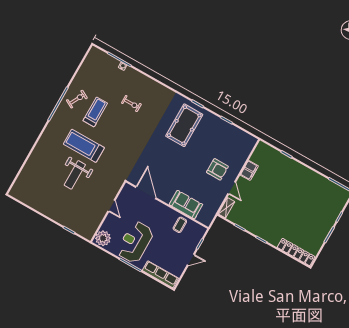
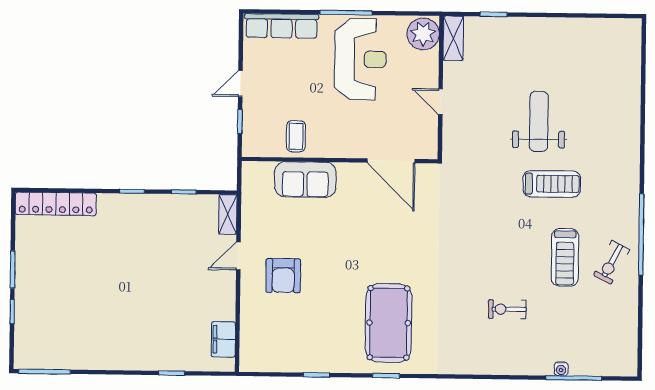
treadmill: (84, 146) -> (552, 184), width x0.73, depth x0.73
armchair: (217, 169) -> (283, 276), turned -90
filing cabinet: (249, 170) -> (223, 339), moved
door: (232, 188) -> (238, 256), hinge flipped
shelving: (91, 229) -> (453, 38), added

